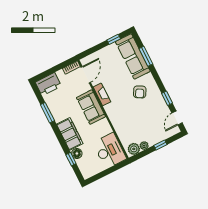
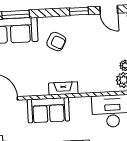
fireplace: (102, 94) -> (63, 88), moved

